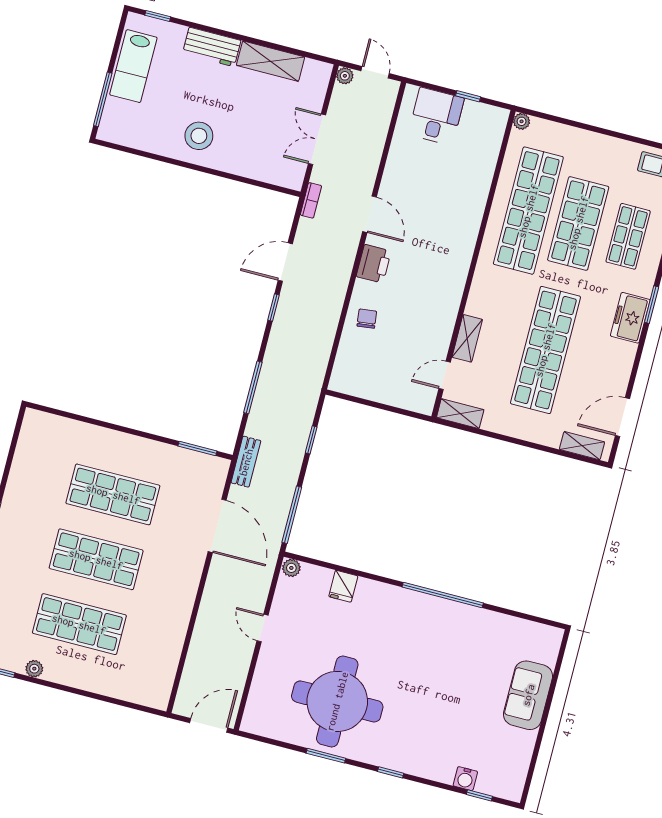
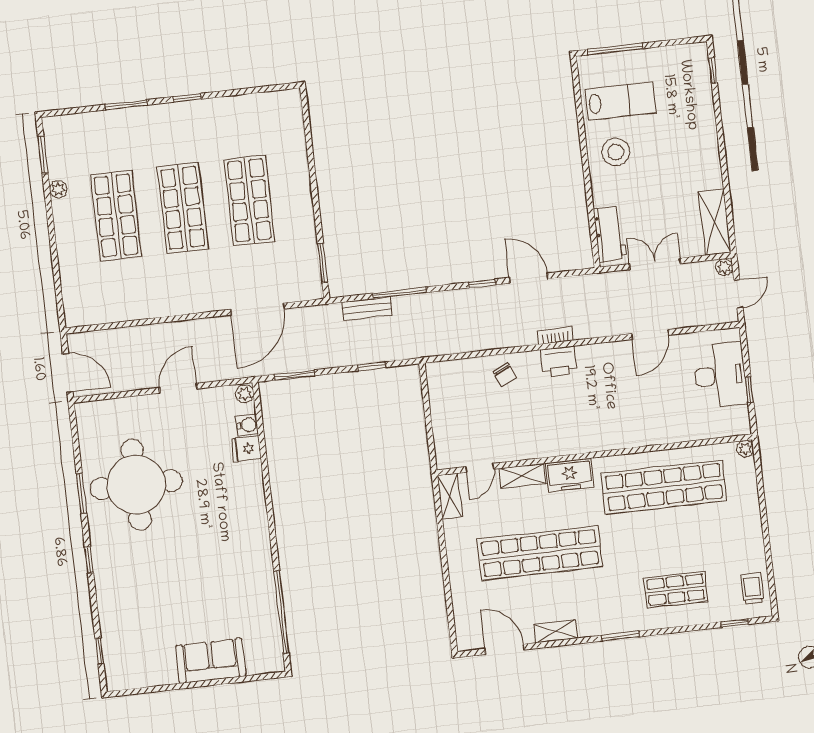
workbench: (212, 47) -> (610, 234), moved, turned 180
shelving: (271, 61) -> (715, 222), moved
lab bench: (133, 66) -> (621, 101), moved, turned 180
desk: (436, 116) -> (720, 375), width x1.37
bookcase: (311, 200) -> (555, 336), moved, turned 180
door: (369, 214) -> (650, 334), moved
shop shelf: (578, 223) -> (670, 538), removed
freezer: (630, 318) -> (570, 475), moved, turned 180
chair: (367, 319) -> (505, 375), turned 72
door: (445, 375) -> (480, 468), swing flipped
shelving: (582, 446) -> (556, 631), moved, turned 90
bench: (246, 462) -> (367, 309), moved
window: (292, 515) -> (295, 375), width x0.69
window: (443, 595) -> (281, 612), moved
door: (263, 628) -> (178, 388), width x1.38
water cooler: (465, 779) -> (247, 425), moved, turned 180

